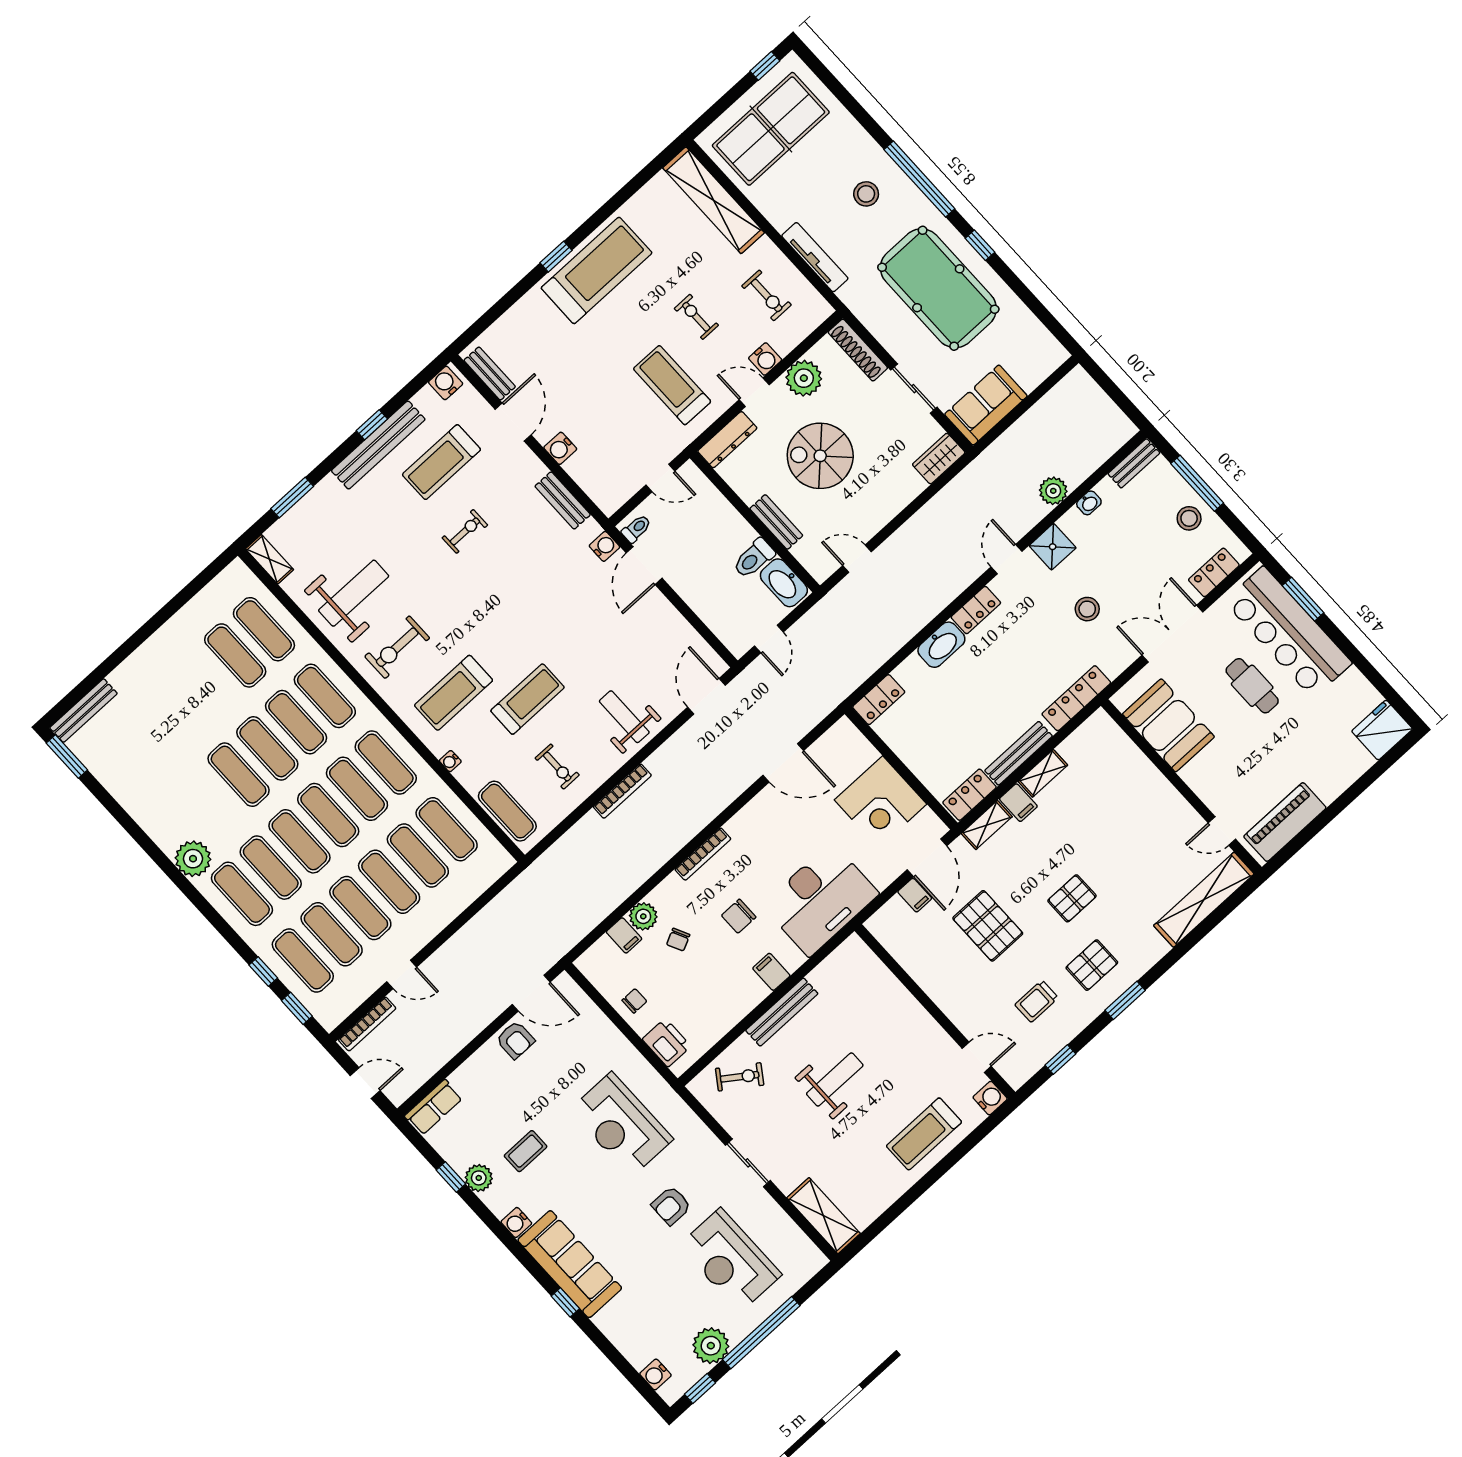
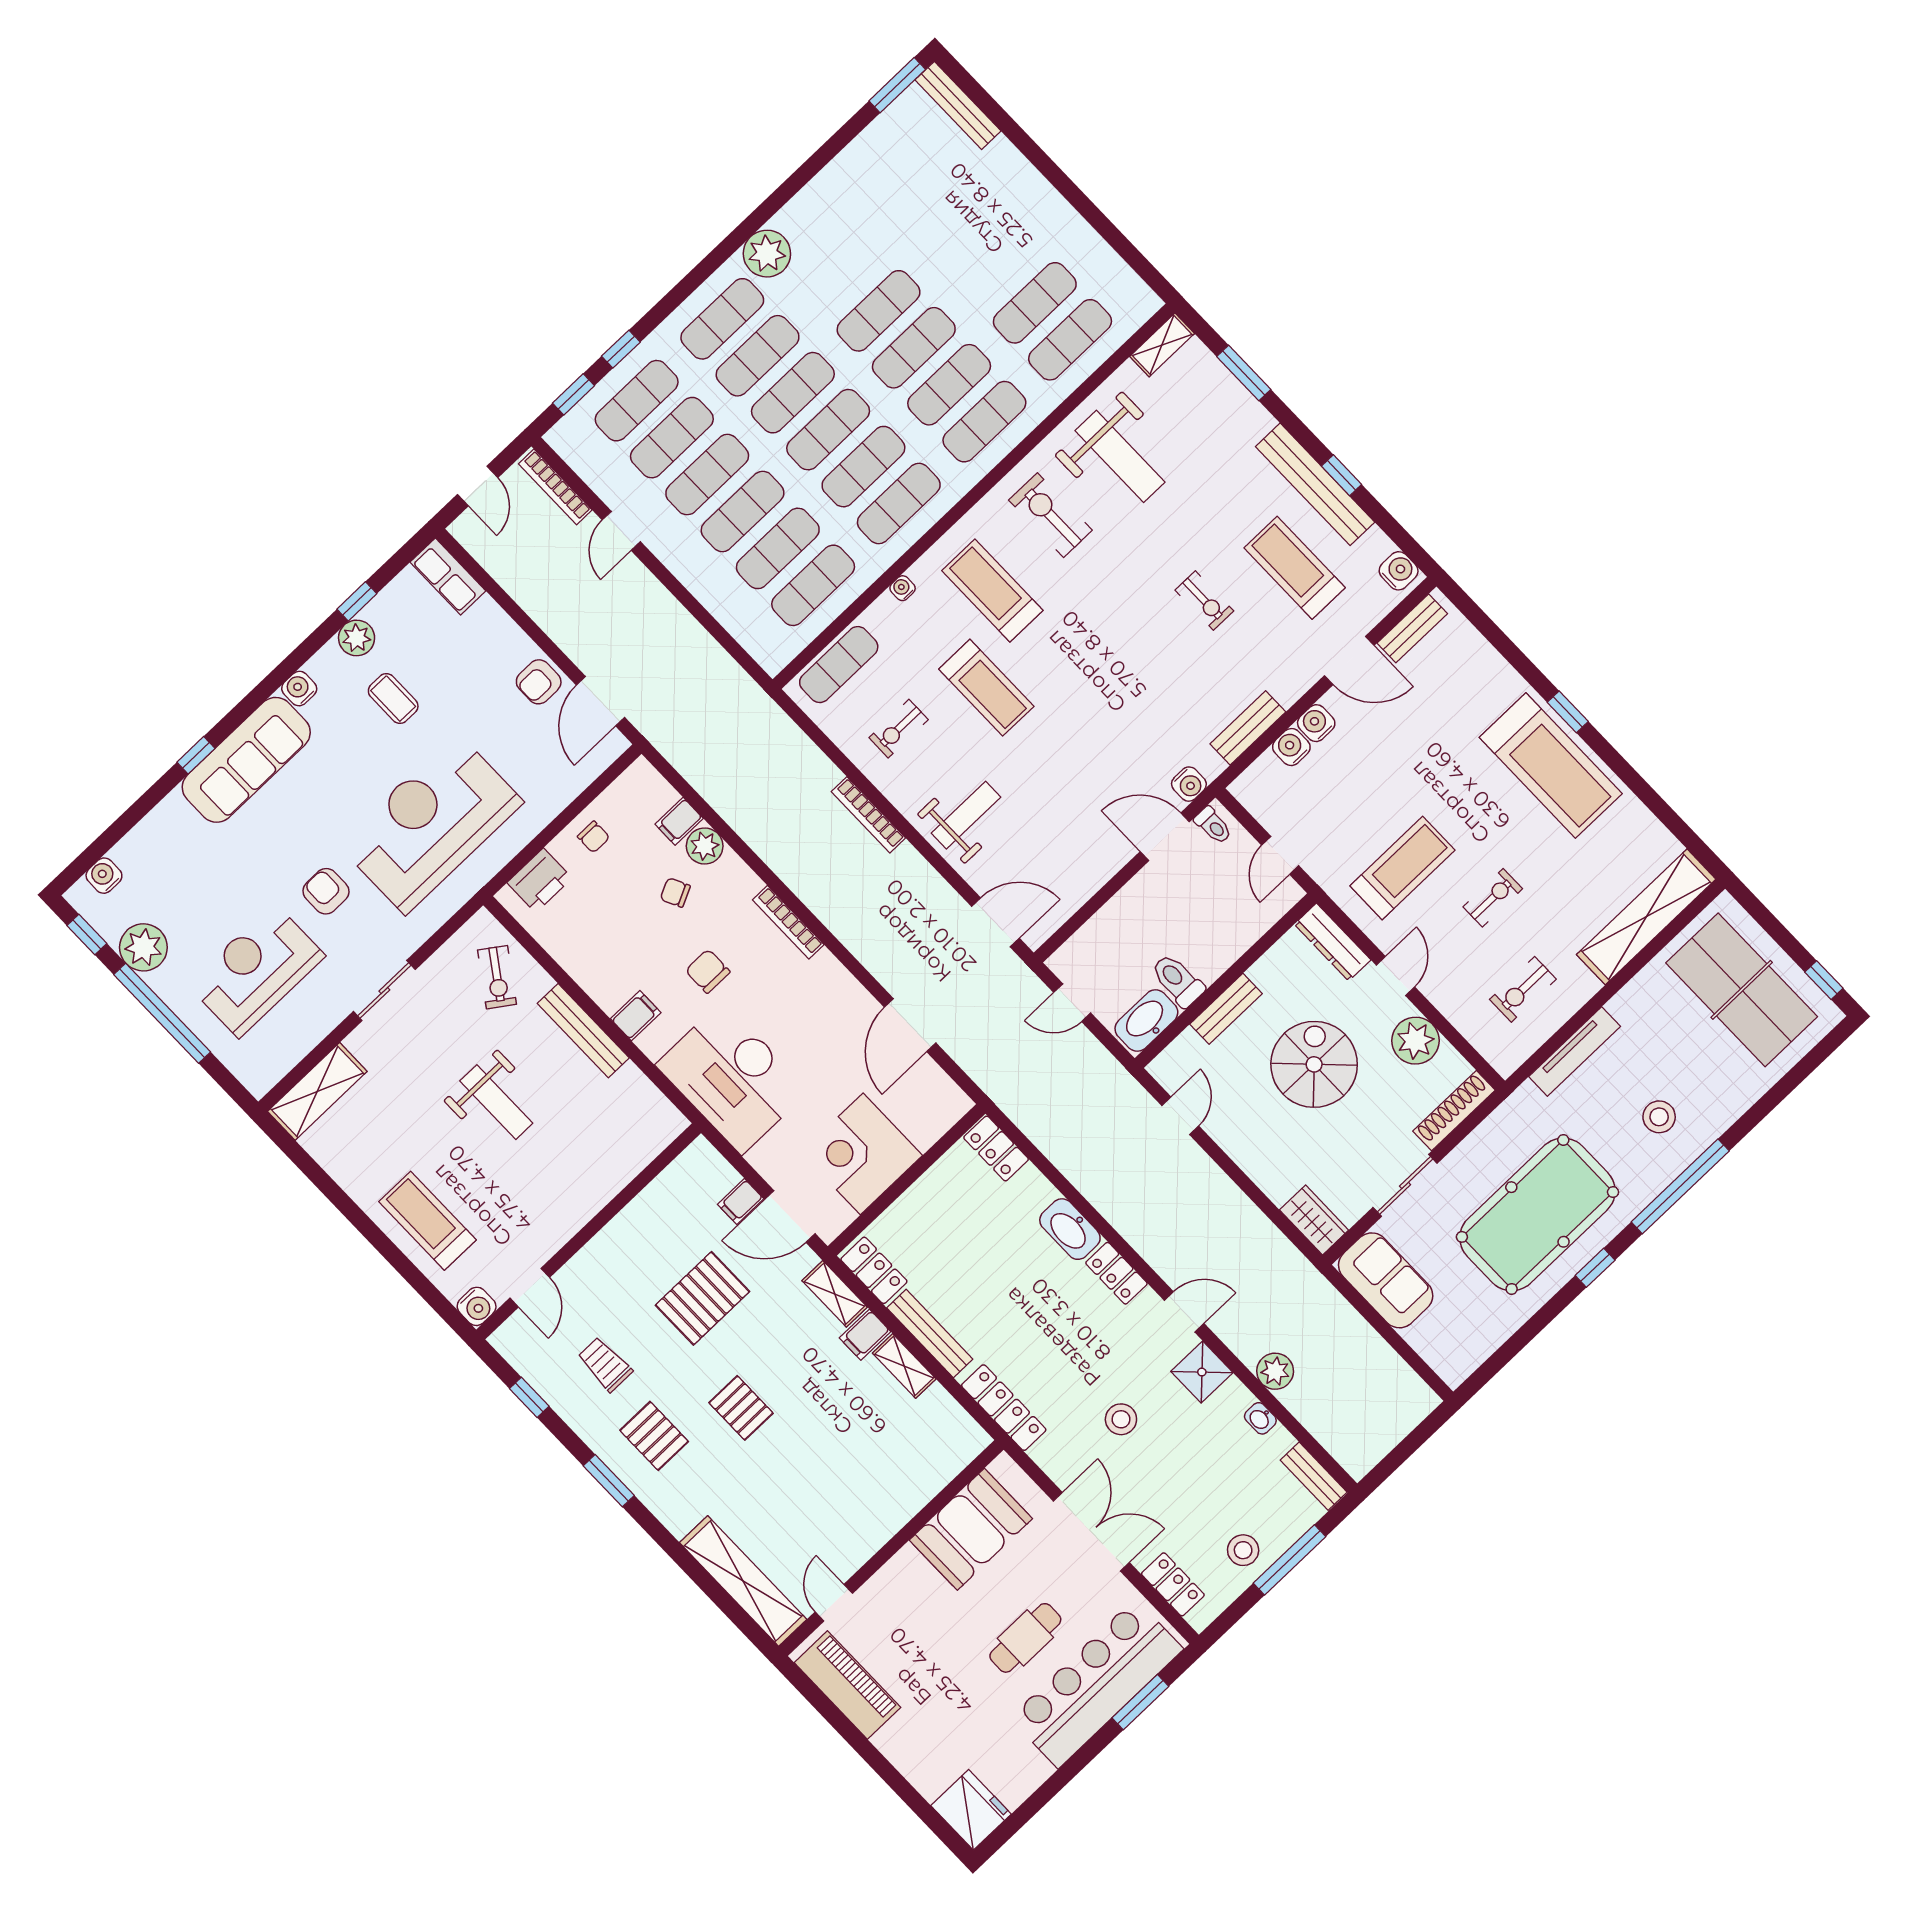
water cooler: (765, 359) -> (1291, 747), moved, turned 90
reception desk: (621, 1125) -> (431, 823), width x1.36, depth x1.30

